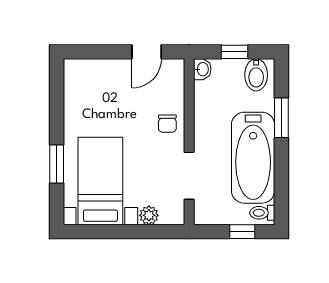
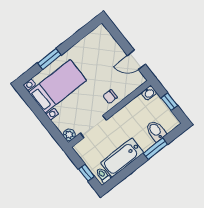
bidet: (256, 75) -> (156, 131), moved, turned 90
bathtub: (253, 158) -> (122, 158), width x0.73, depth x0.73
plant: (149, 215) -> (69, 135), moved

